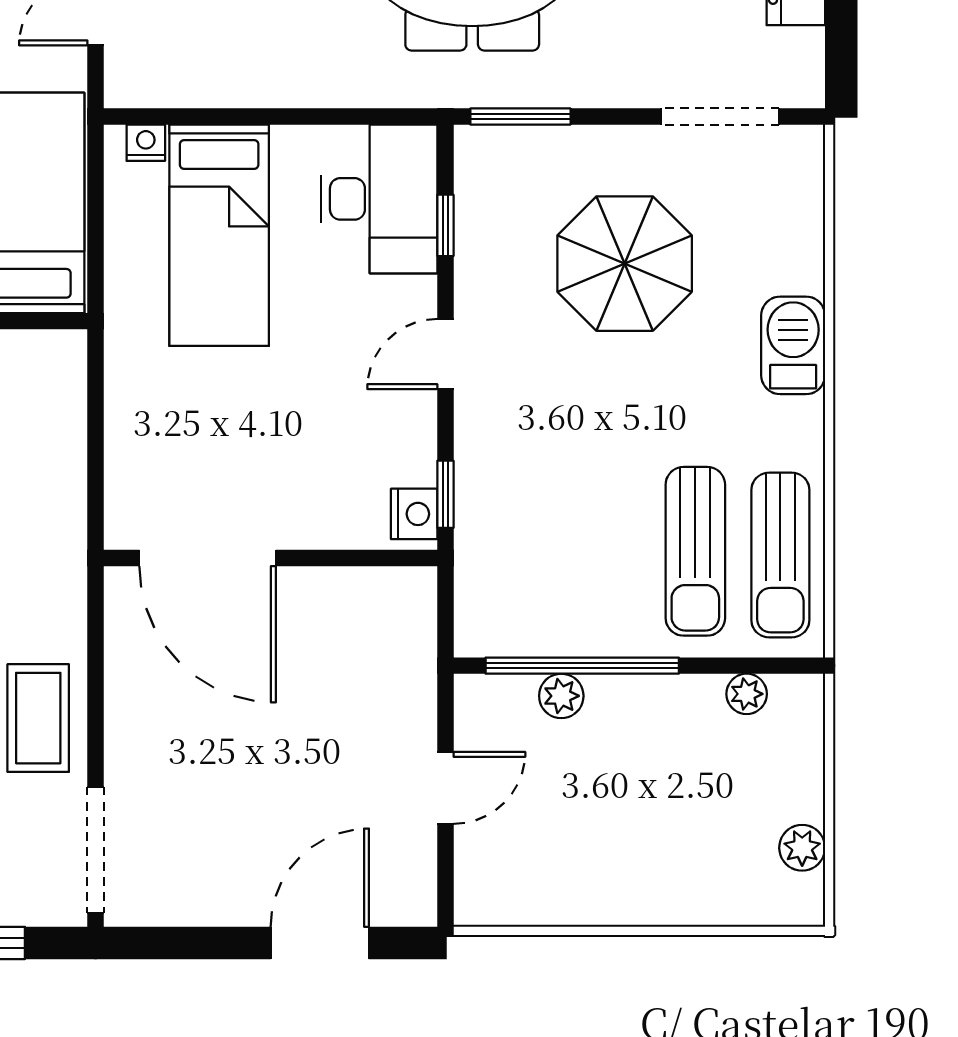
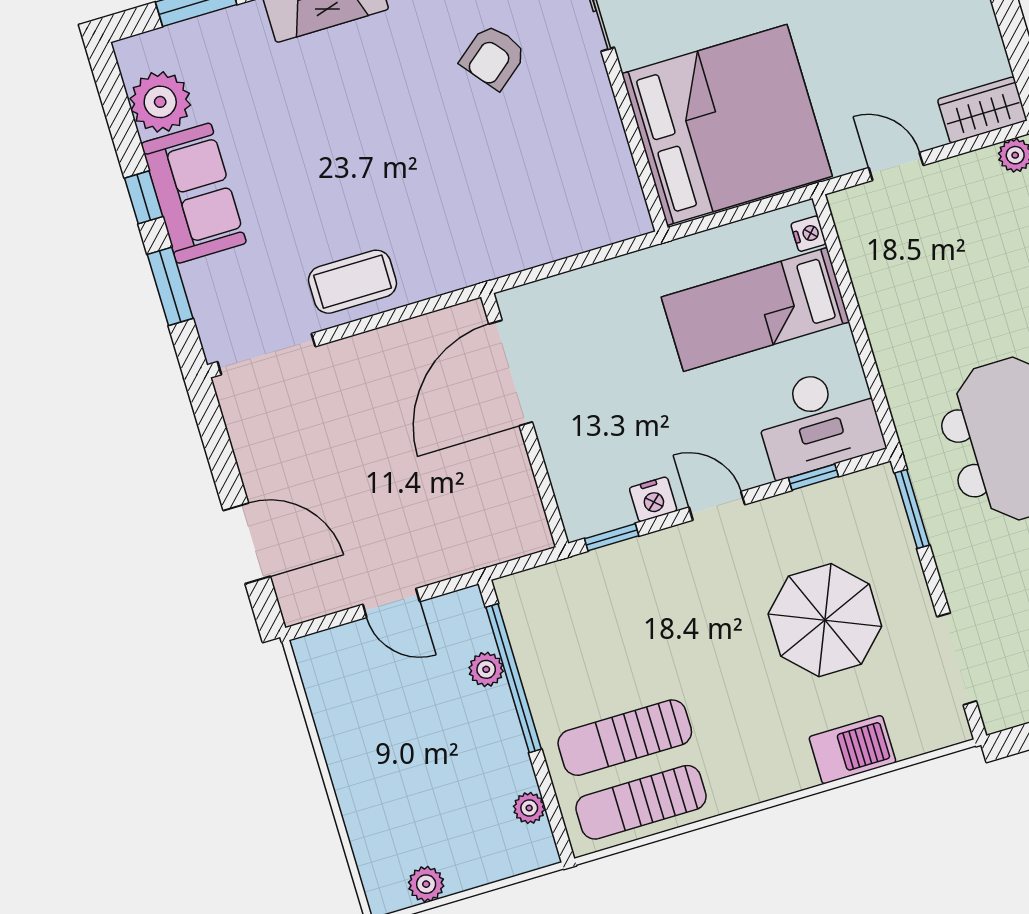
barbecue: (793, 345) -> (852, 750), moved
nightstand: (414, 514) -> (653, 499), moved

